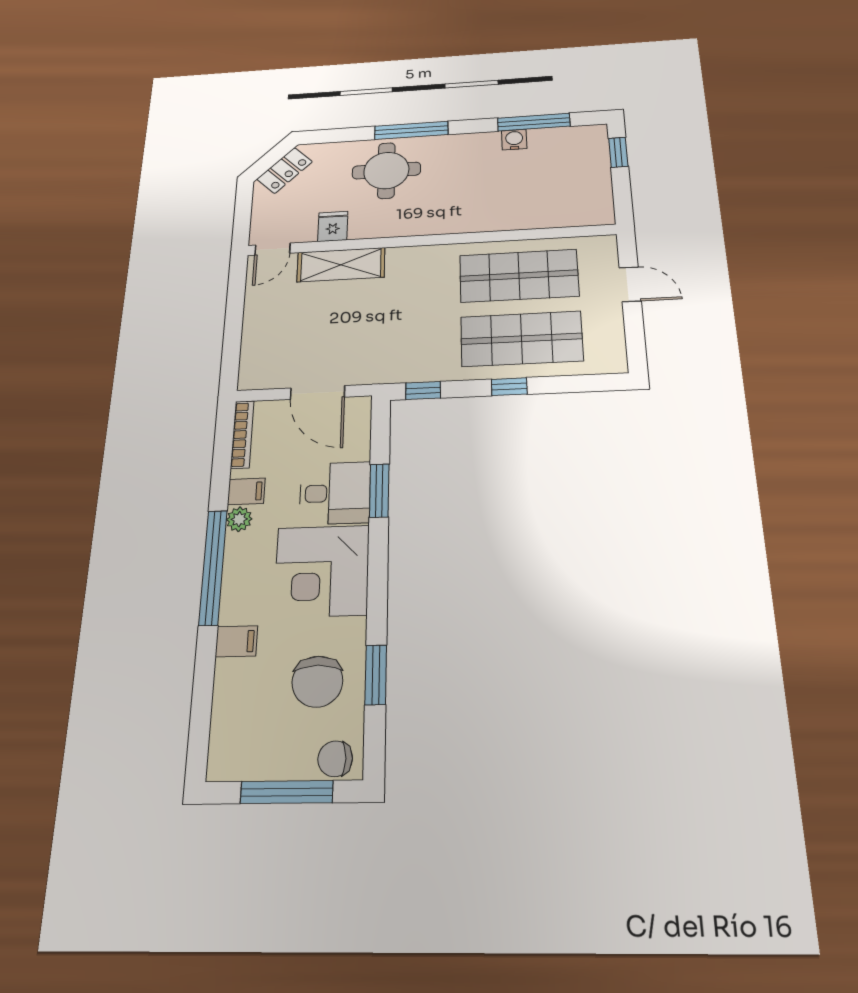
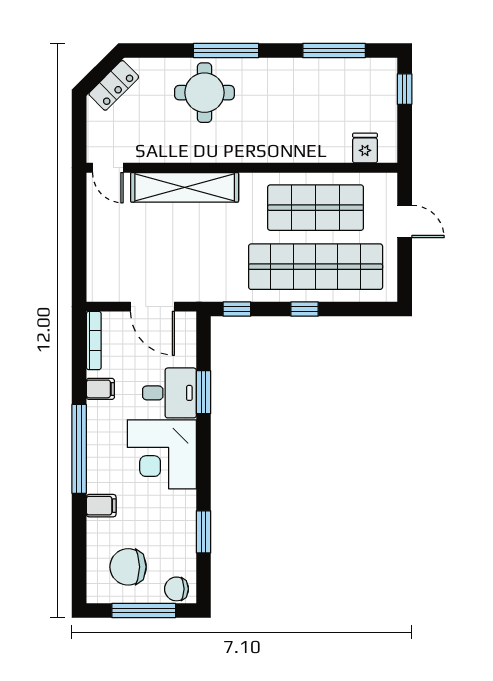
water cooler: (514, 140) -> (316, 68), removed
fridge: (333, 226) -> (365, 148), moved
door: (273, 249) -> (108, 168), hinge flipped
shelving: (341, 265) -> (185, 187), width x1.47
shop shelf: (521, 339) -> (316, 267), width x1.40
plant: (239, 519) -> (96, 411), removed
chair: (317, 682) -> (128, 567), moved, turned 90

